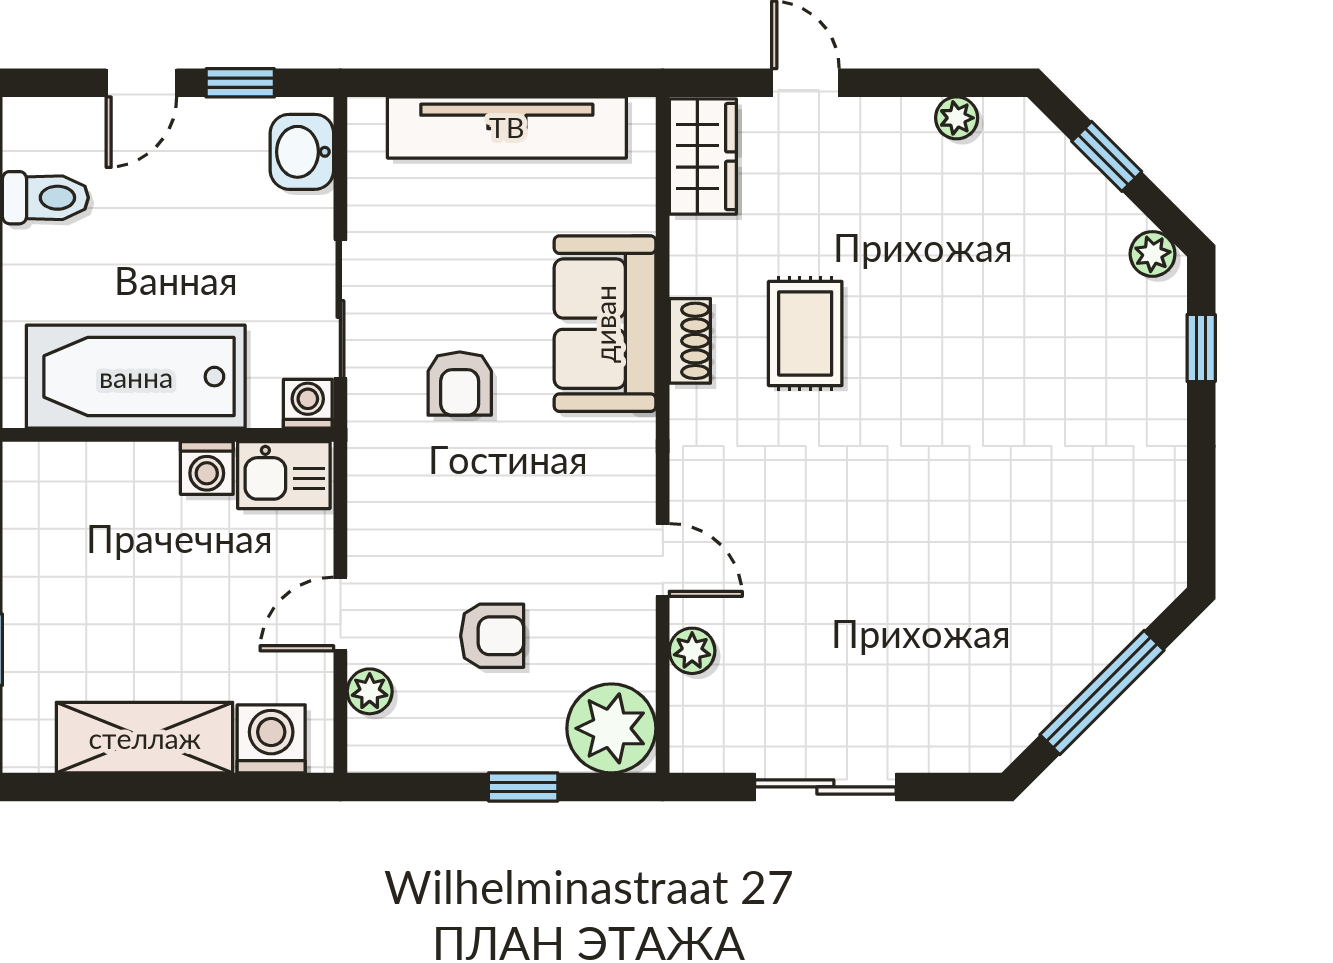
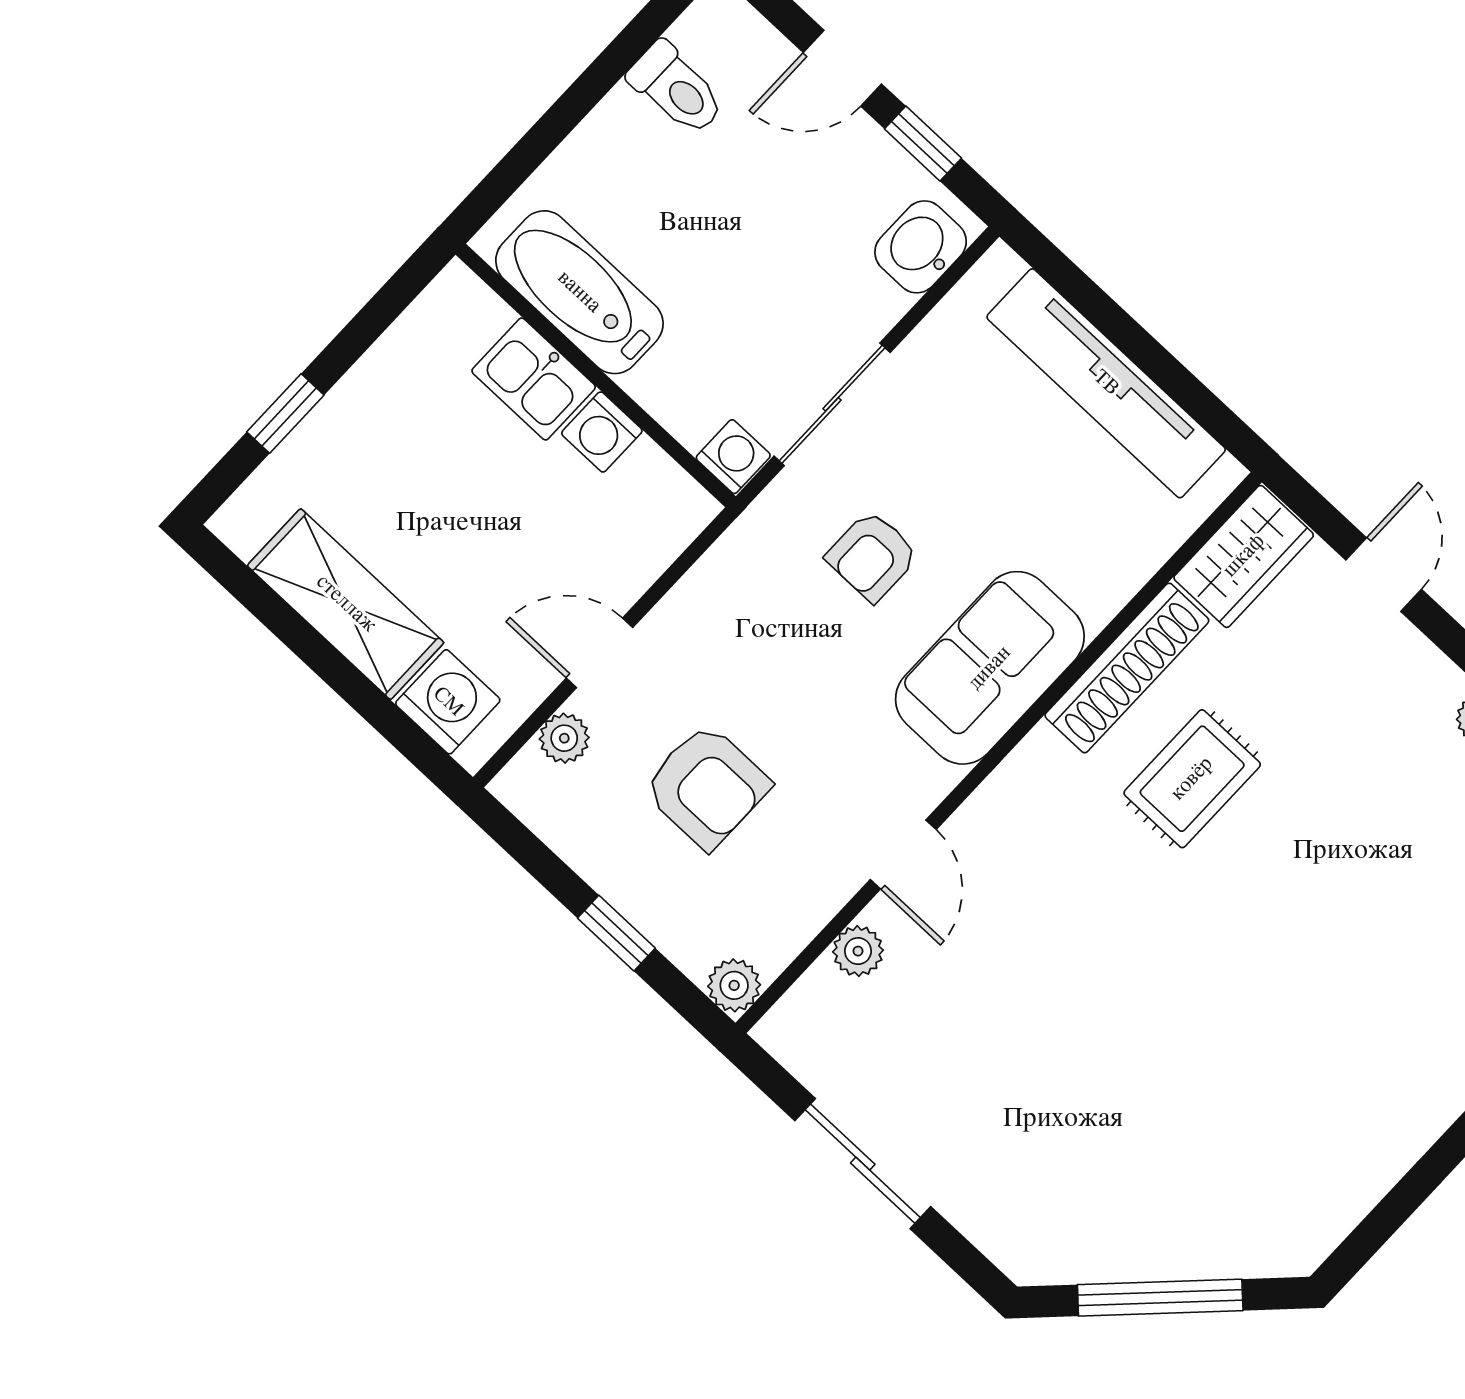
sofa: (605, 324) -> (990, 668), moved
shoe rack: (690, 341) -> (1127, 668), width x1.94, depth x1.24
bathtub: (136, 377) -> (579, 292), width x0.73, depth x0.73
kitchen sink: (284, 475) -> (534, 379), moved
armchair: (492, 636) -> (707, 786), width x1.38, depth x1.38
plant: (611, 728) -> (734, 985), width x0.53, depth x0.53

